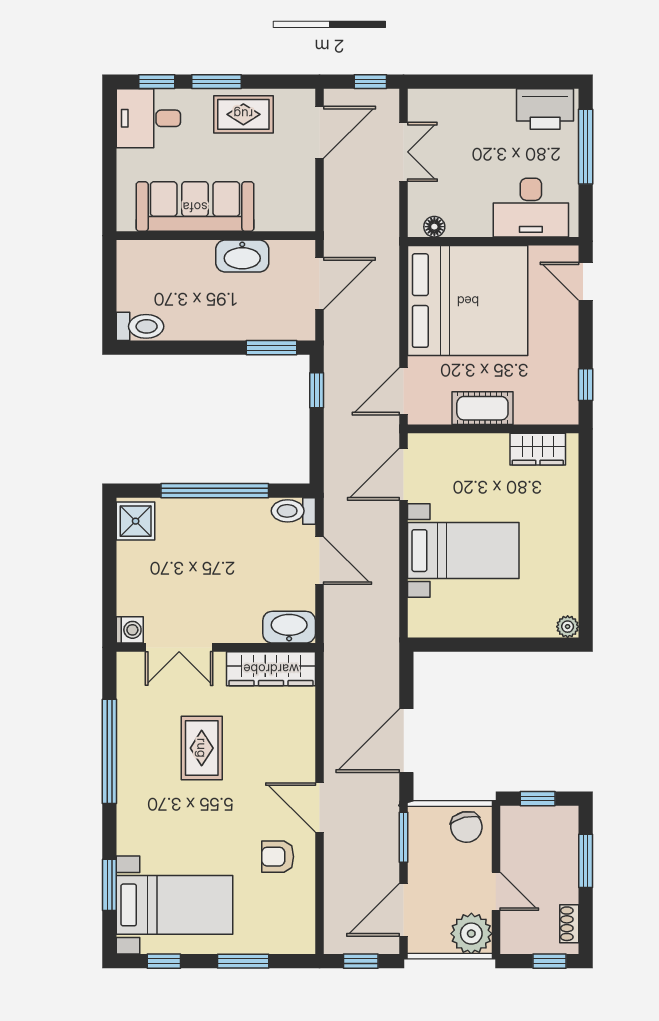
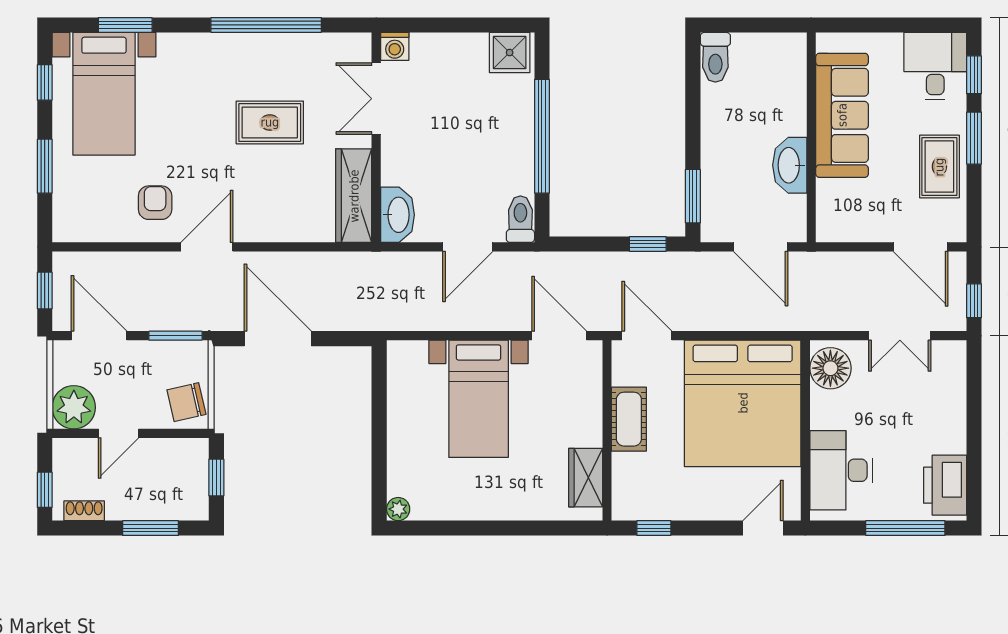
floor lamp: (434, 227) -> (830, 368), width x1.89, depth x1.89

